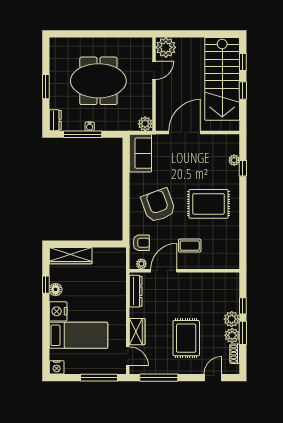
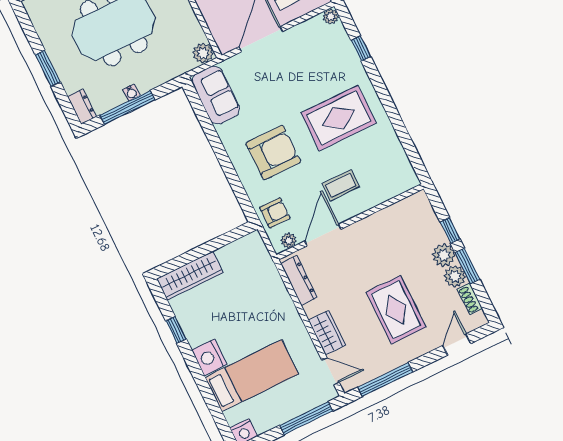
plant: (234, 160) -> (331, 16), moved
armchair: (158, 205) -> (273, 152), turned 110
floor lamp: (56, 289) -> (192, 330), removed

